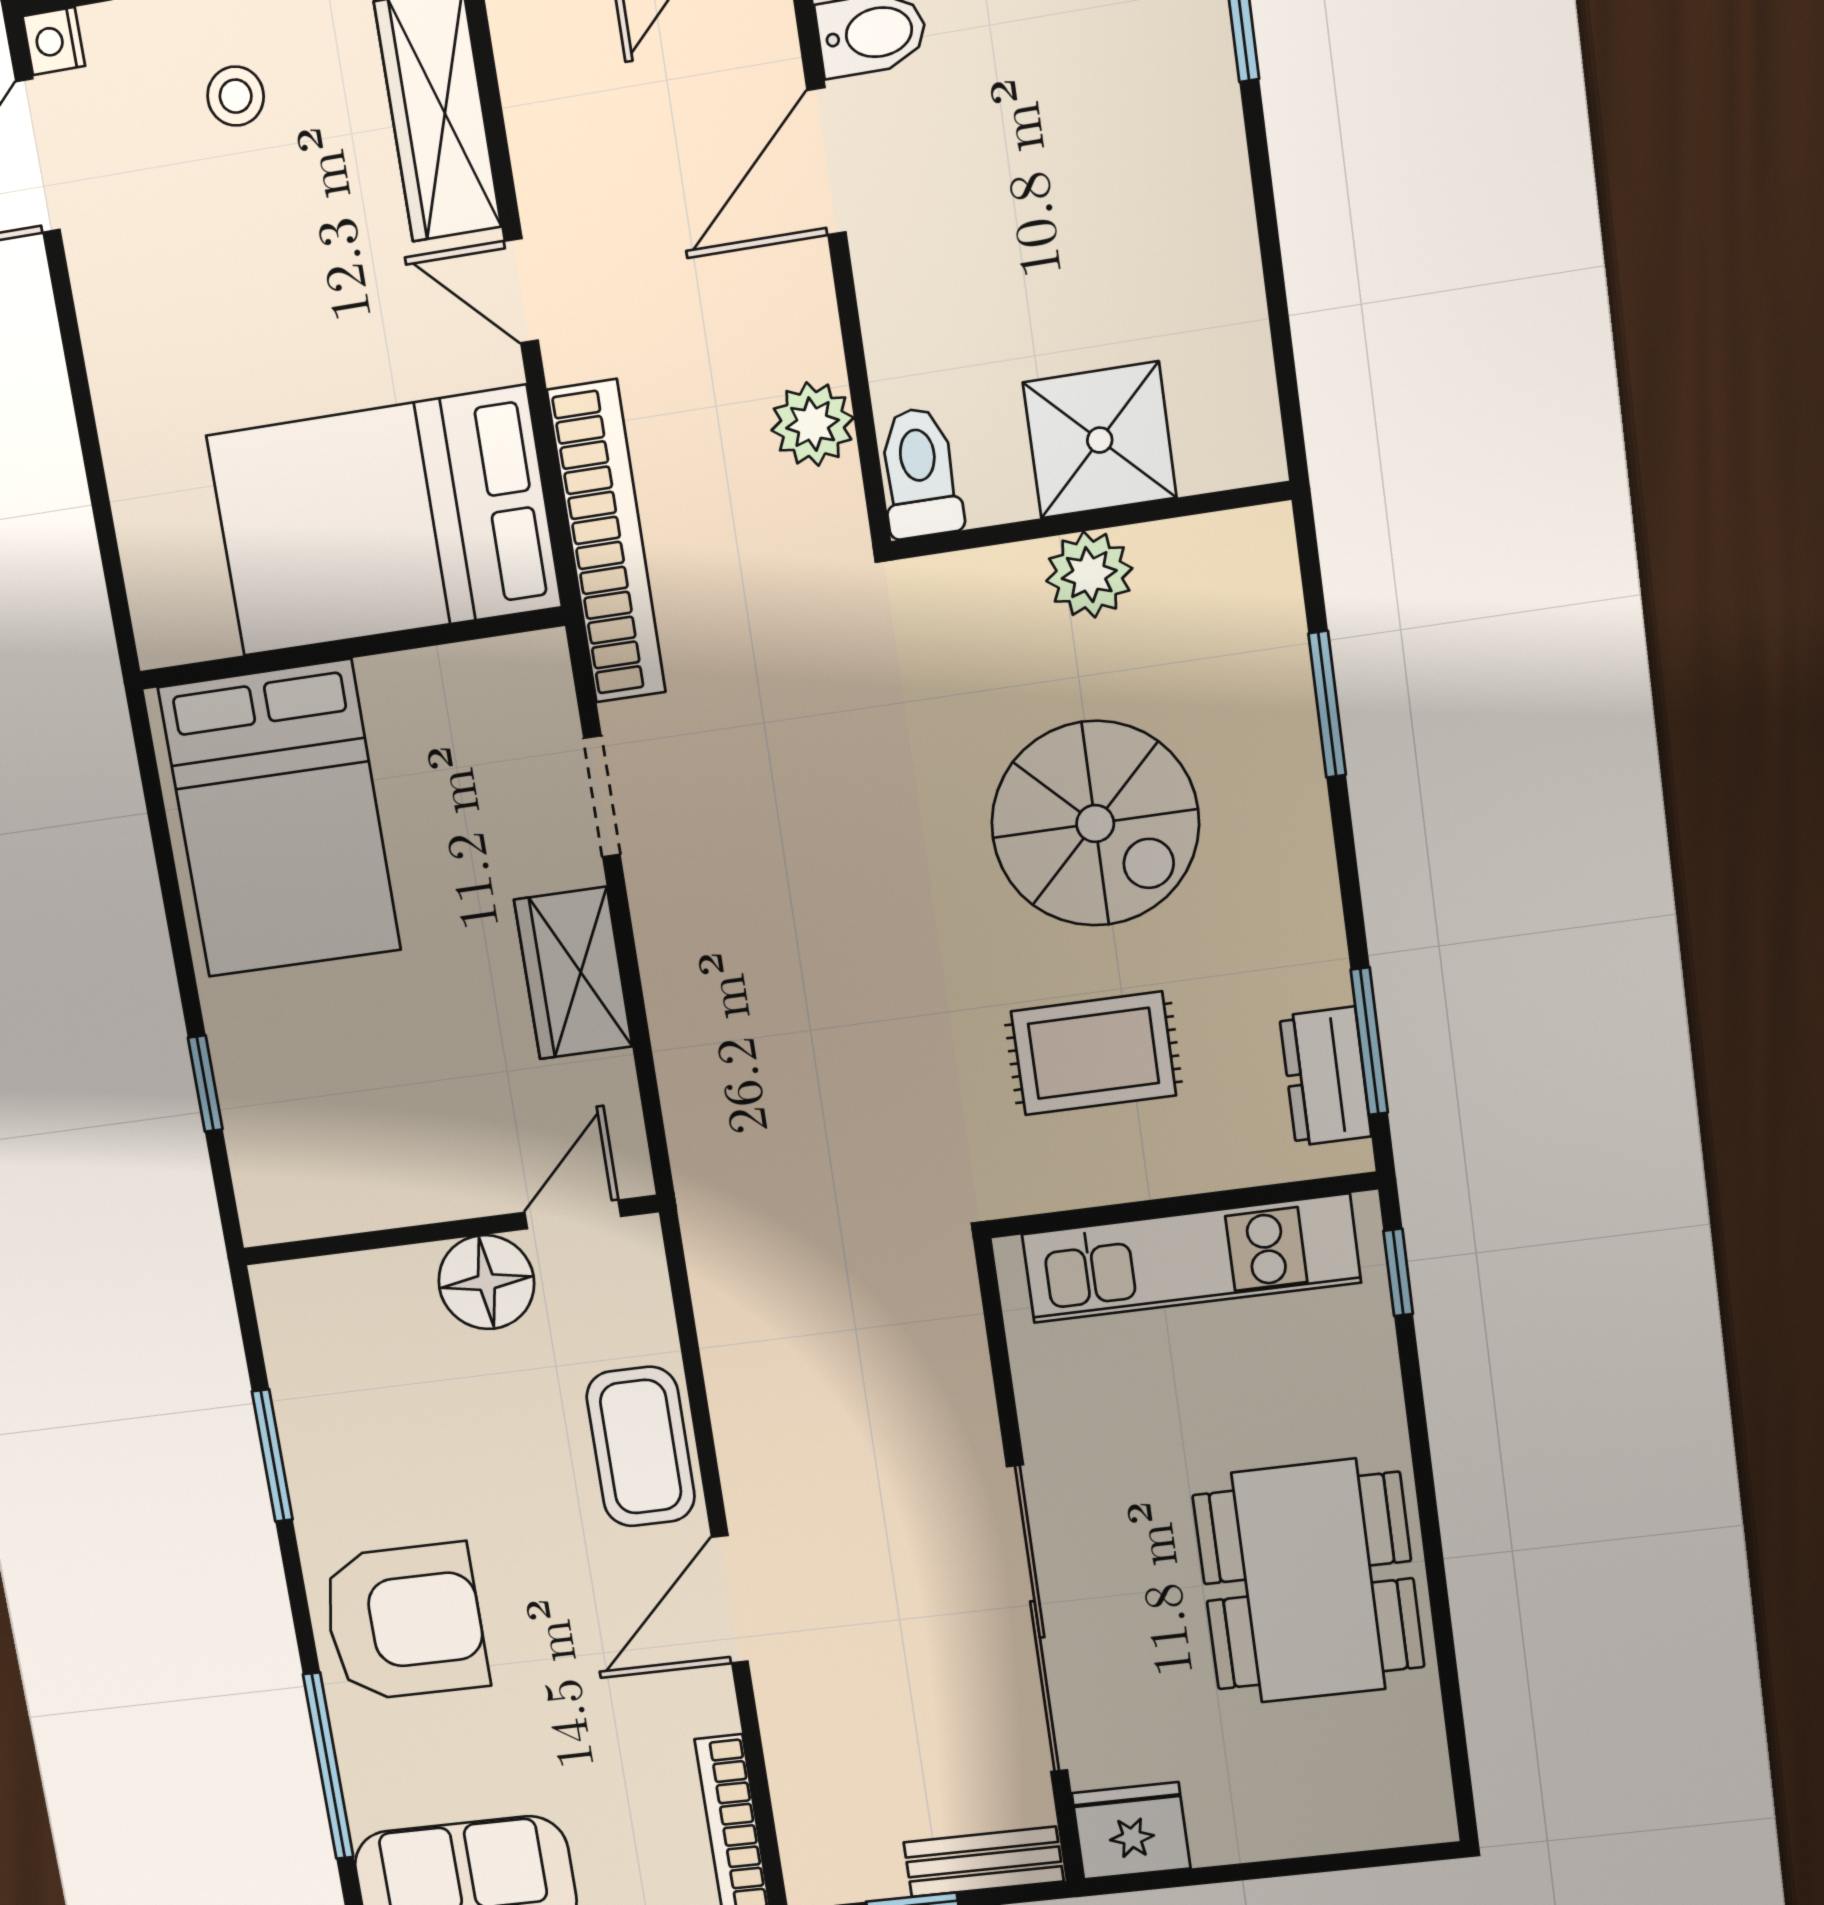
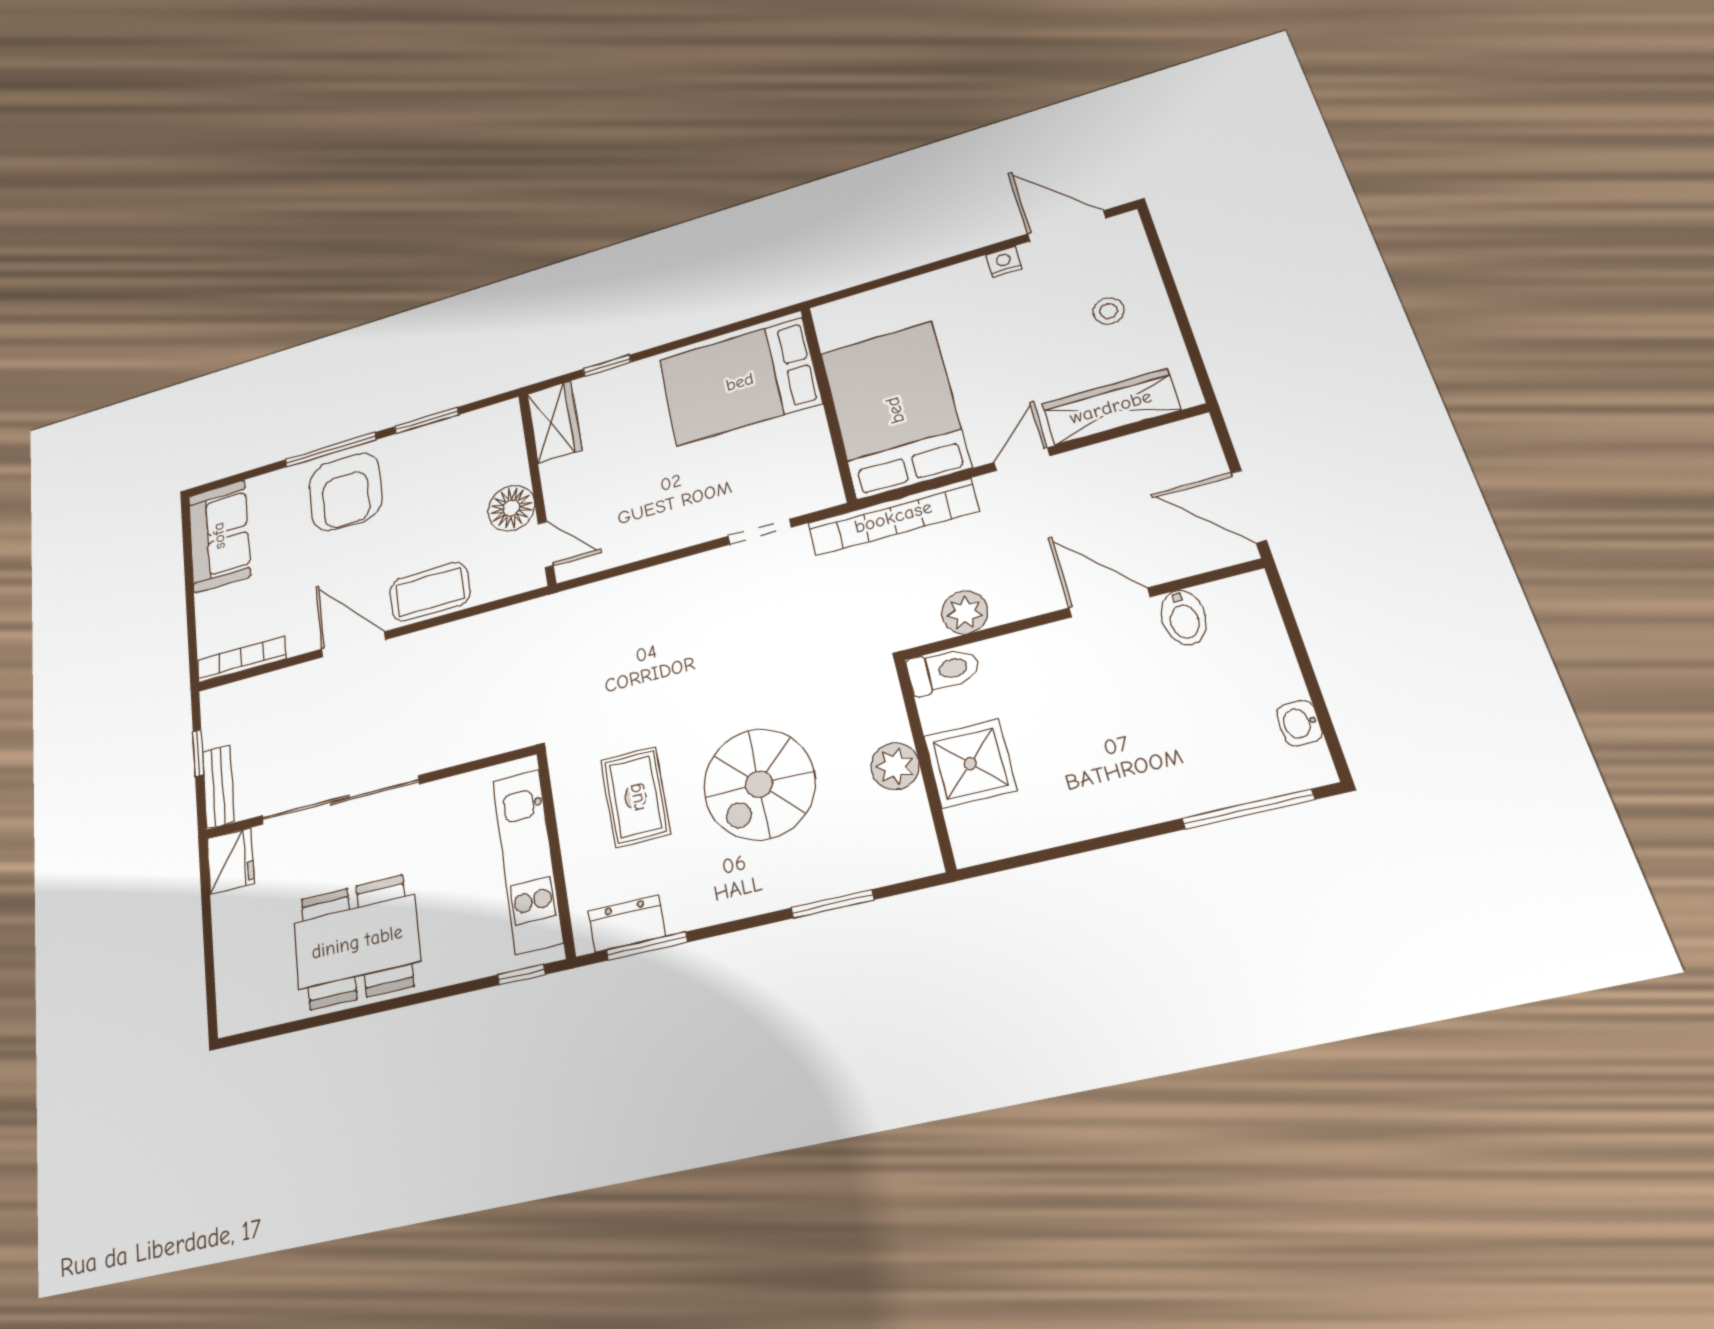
nightstand: (54, 41) -> (1004, 262), moved
wardrobe: (573, 973) -> (554, 422), moved, turned 90
window: (328, 1766) -> (330, 450), moved

